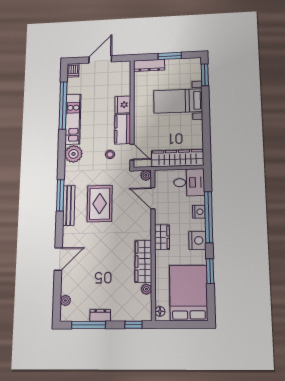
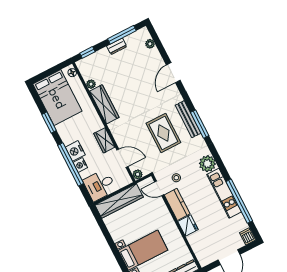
wardrobe: (162, 237) -> (104, 140), moved
nightstand: (197, 241) -> (75, 151), moved

